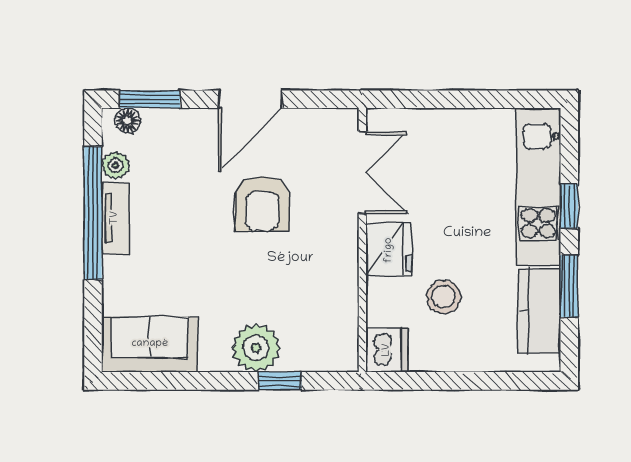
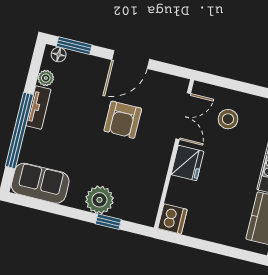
window: (93, 213) -> (19, 130), moved
stool: (444, 297) -> (228, 119), moved

